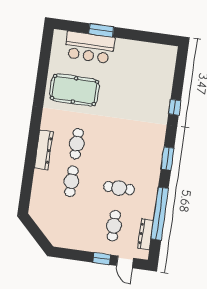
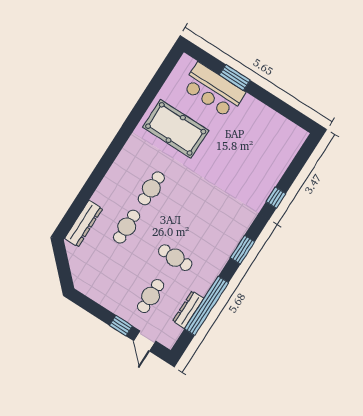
dresser: (44, 150) -> (84, 224), moved
dresser: (146, 234) -> (188, 310), moved

